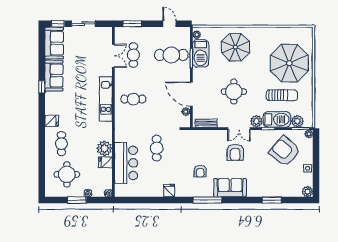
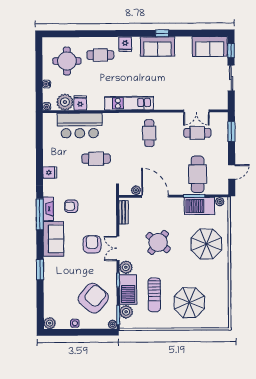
parasol: (289, 63) -> (189, 303), width x0.73, depth x0.73
sofa: (54, 76) -> (157, 46), moved
round table: (234, 92) -> (158, 242), turned 38
door: (191, 94) -> (155, 196), hinge flipped
kitchen unit: (106, 99) -> (129, 103), moved
plant: (104, 148) -> (65, 102), moved
armchair: (235, 152) -> (92, 244), turned 90
fireplace: (202, 192) -> (48, 209), added
window: (77, 200) -> (39, 72), removed
window: (272, 200) -> (40, 270), moved

